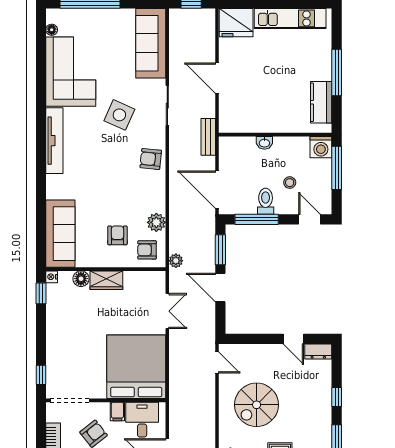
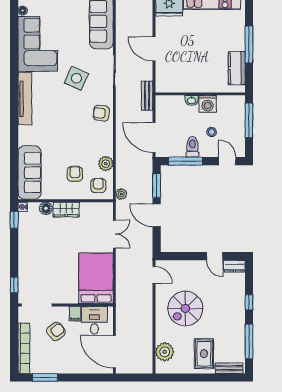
washing machine: (321, 147) -> (208, 104), moved
armchair: (147, 250) -> (98, 185), turned 90
bed: (136, 367) -> (96, 278), width x0.73

